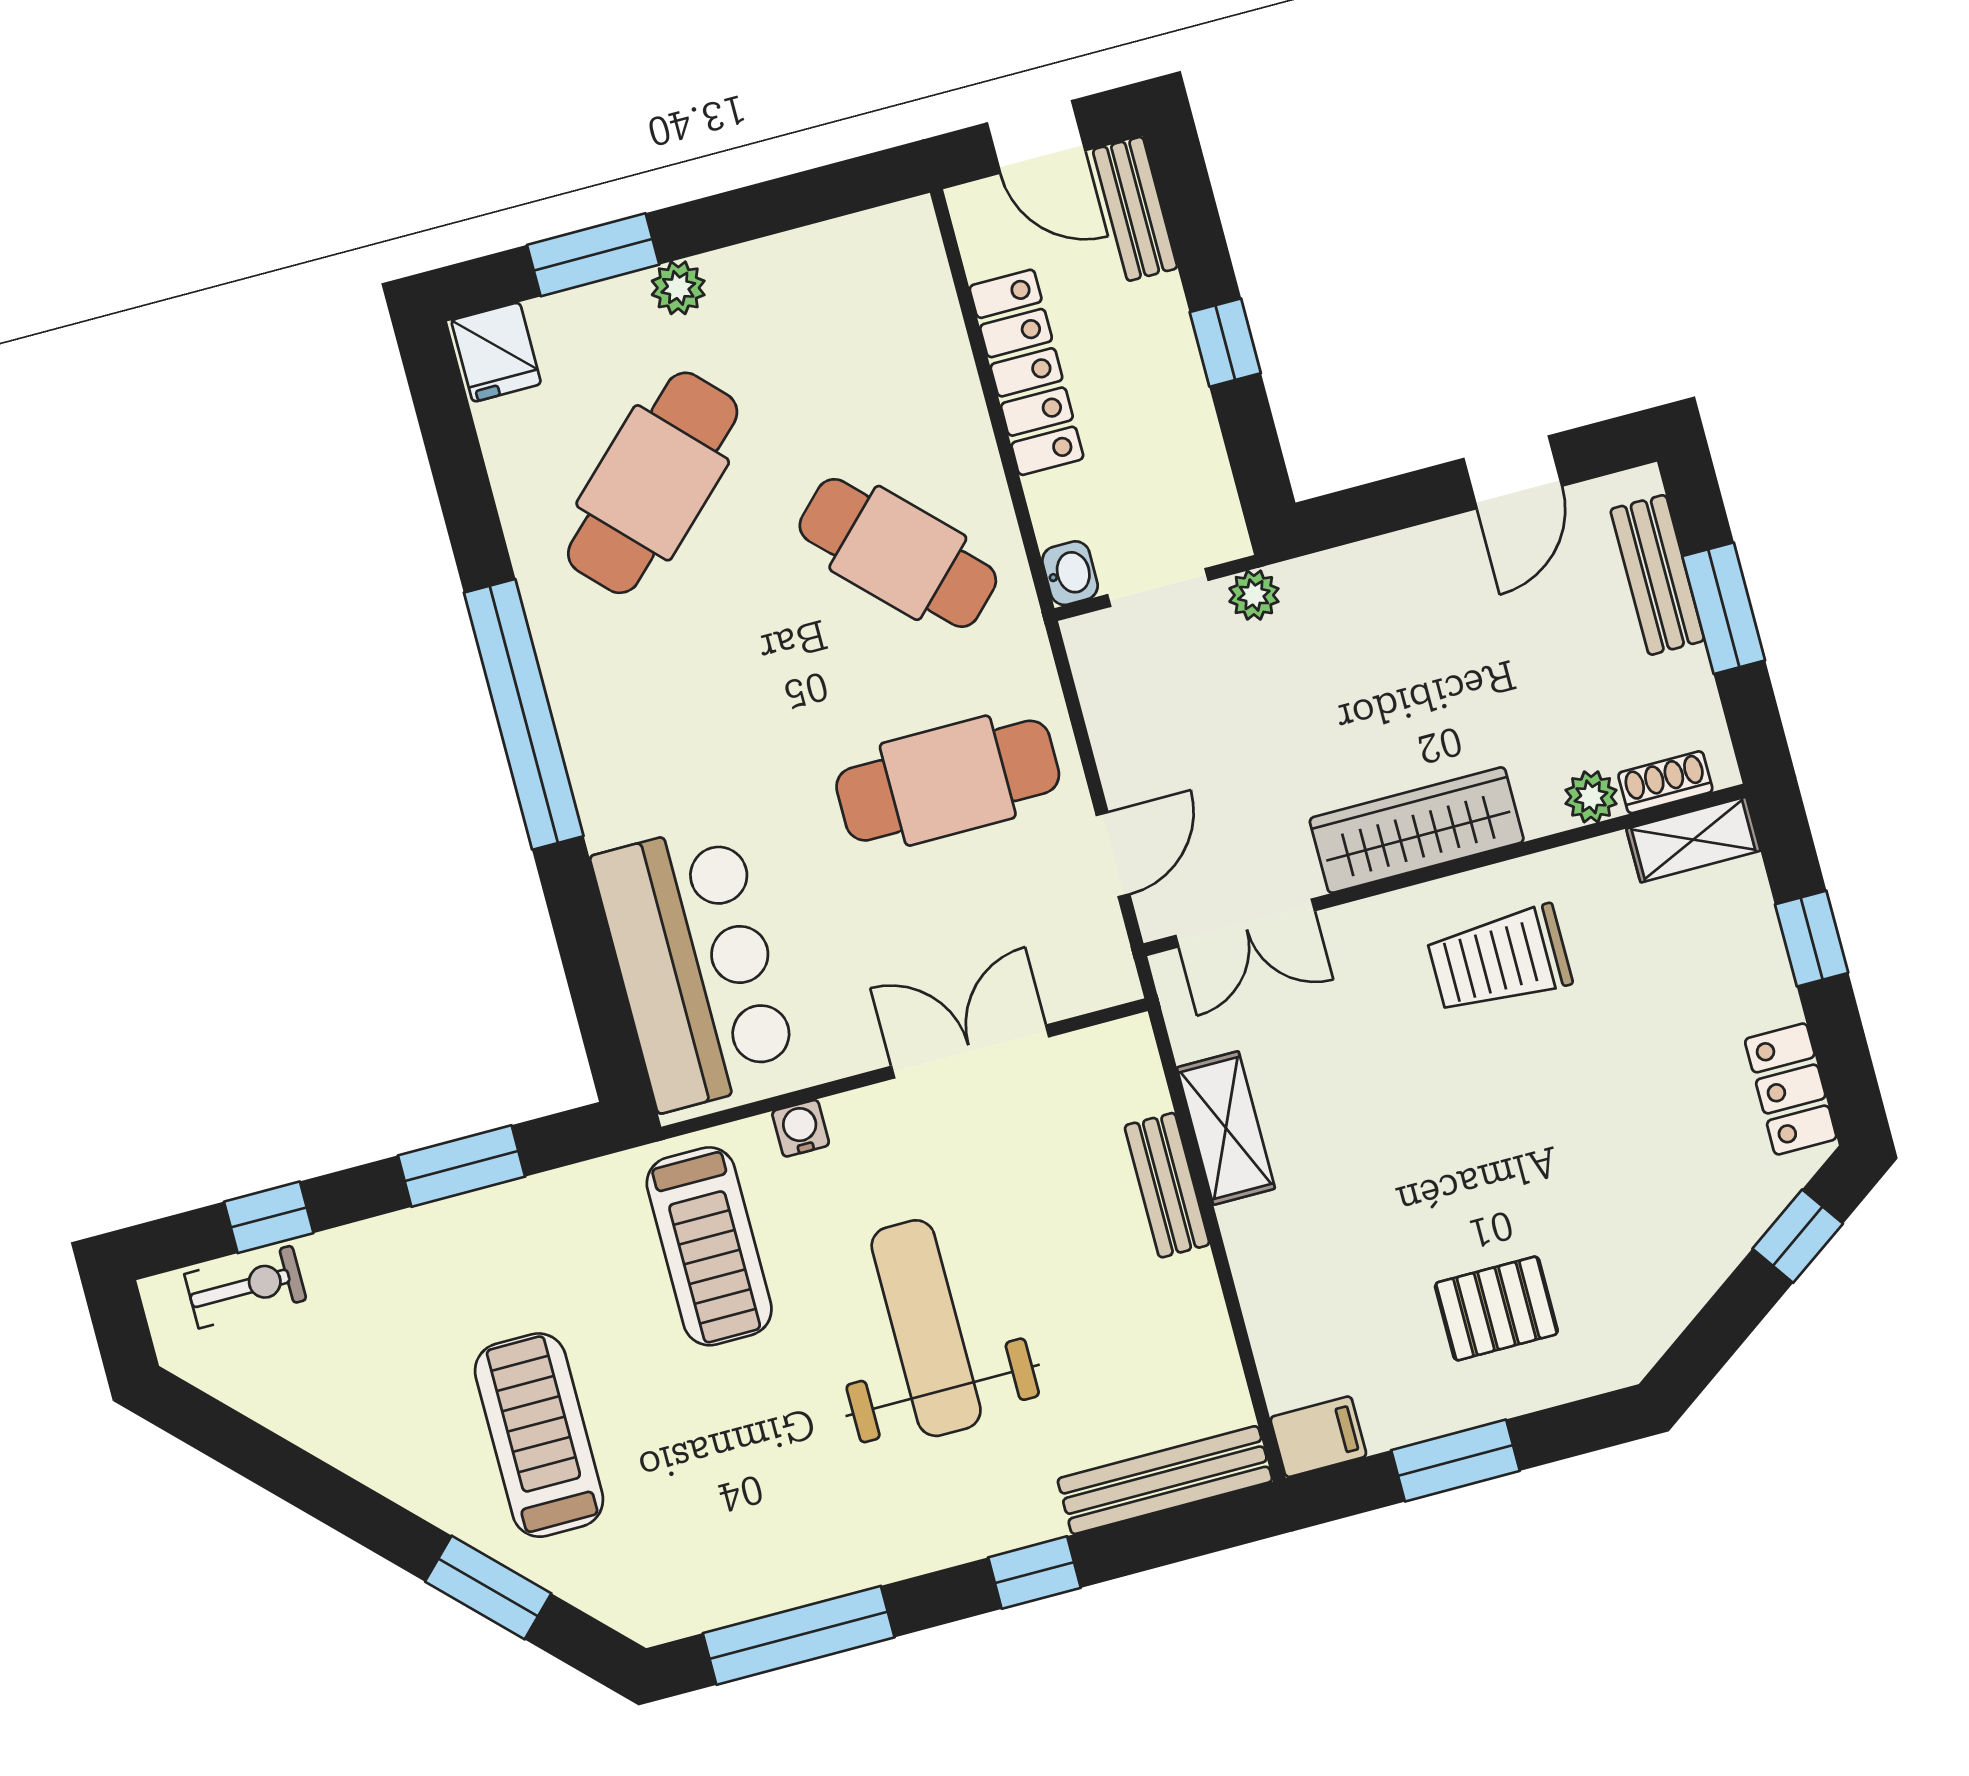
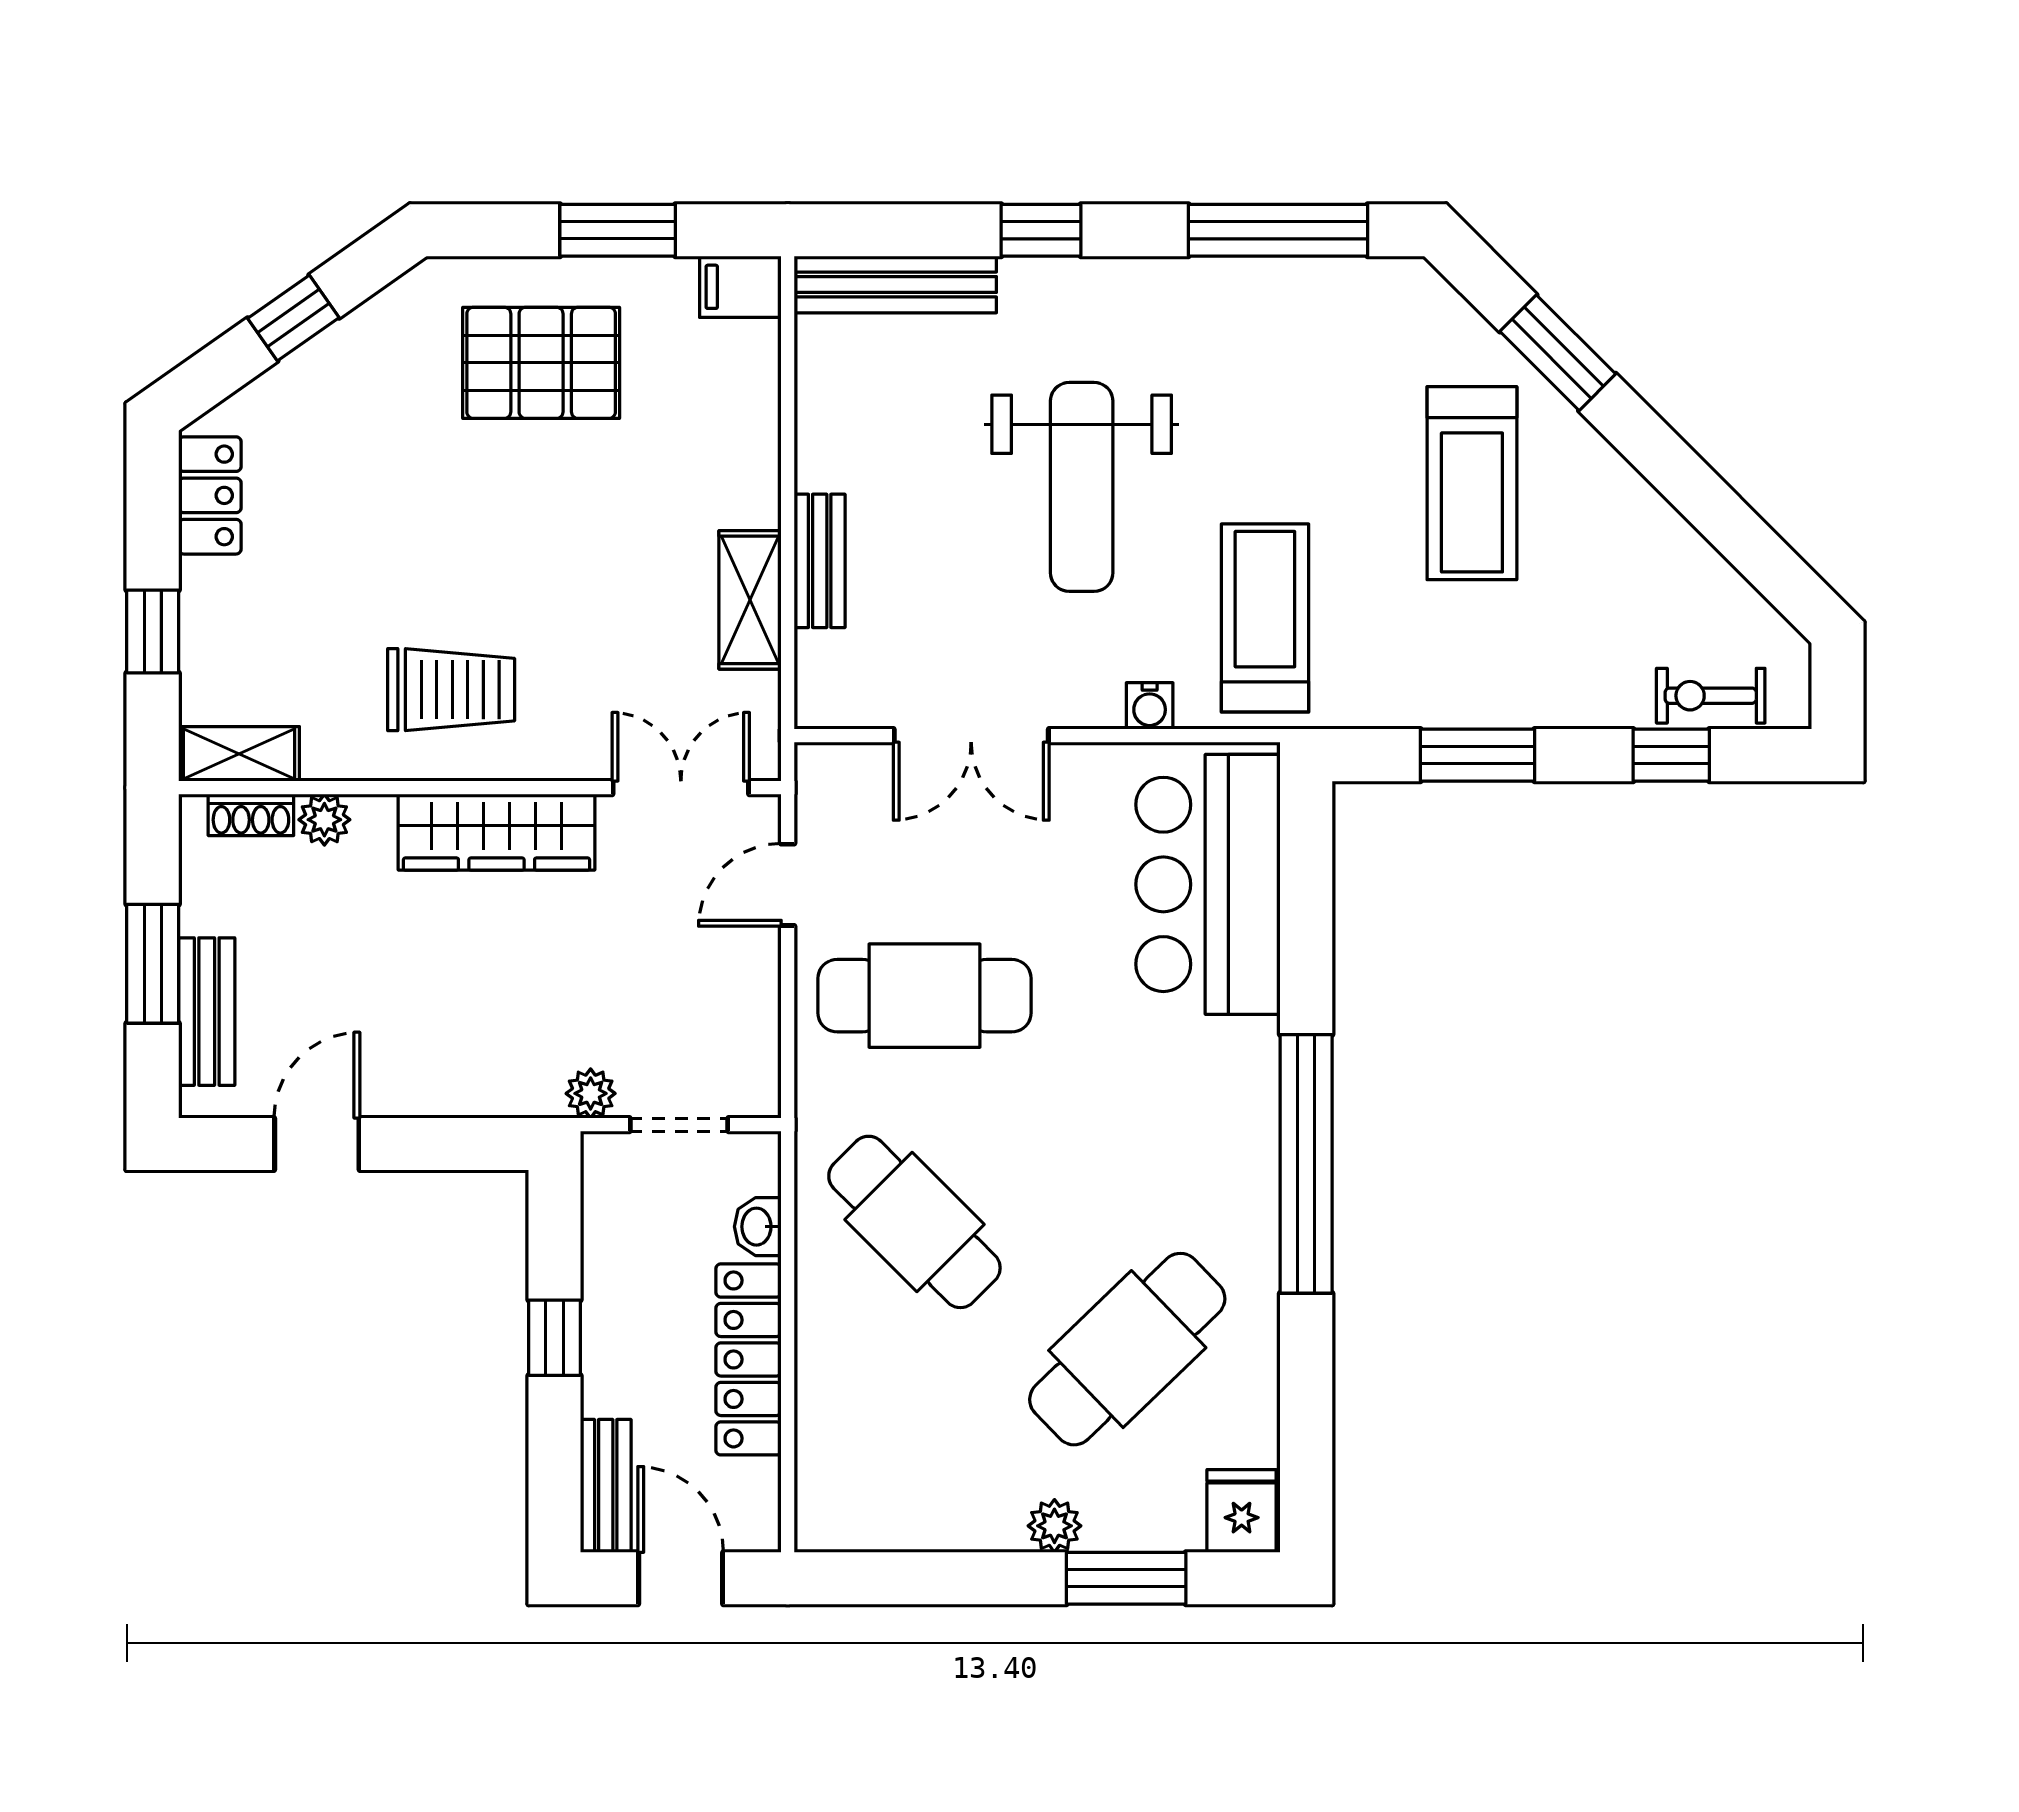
washbasin: (1070, 573) -> (758, 1227), moved
window: (1798, 1236) -> (293, 318), moved
pallet: (1496, 1308) -> (541, 363), width x1.50, depth x1.42

